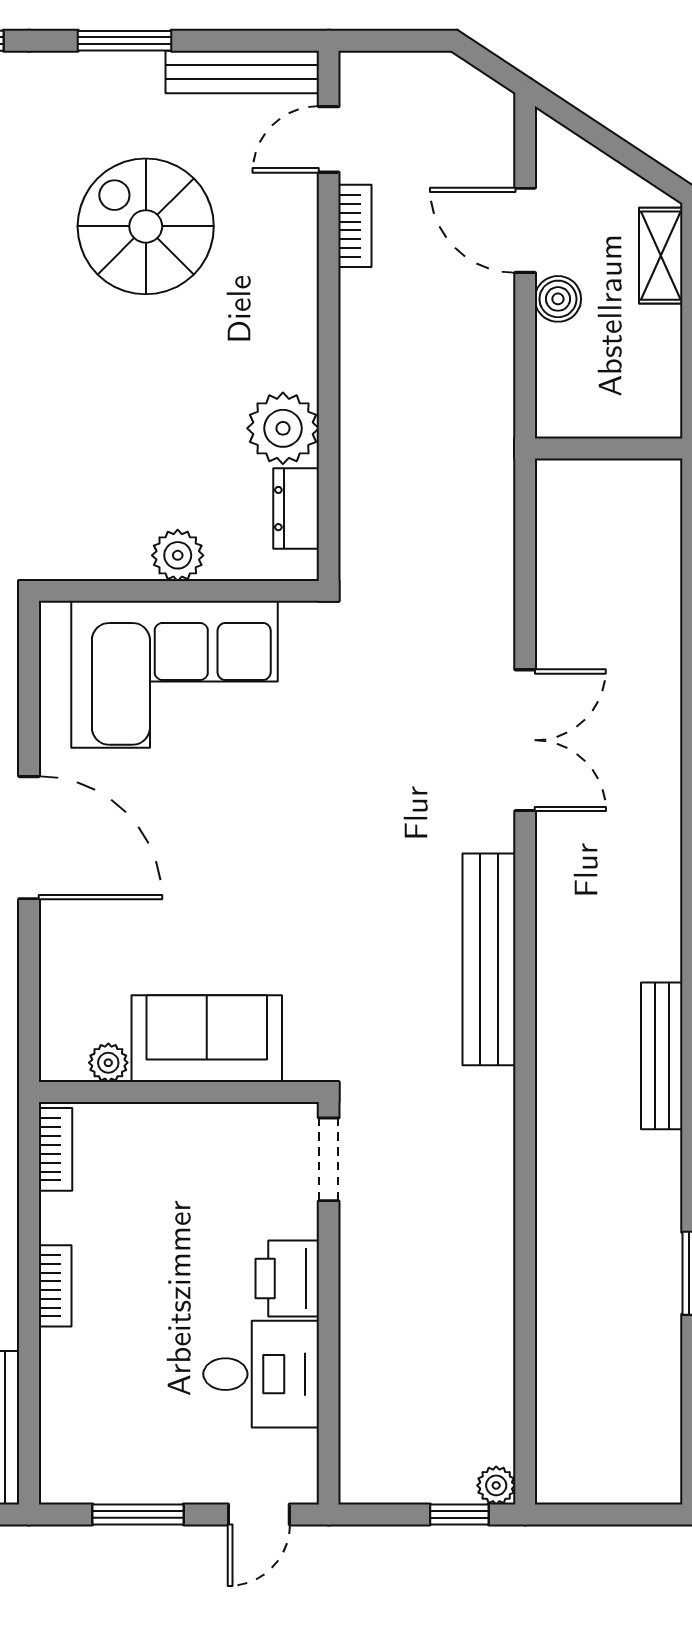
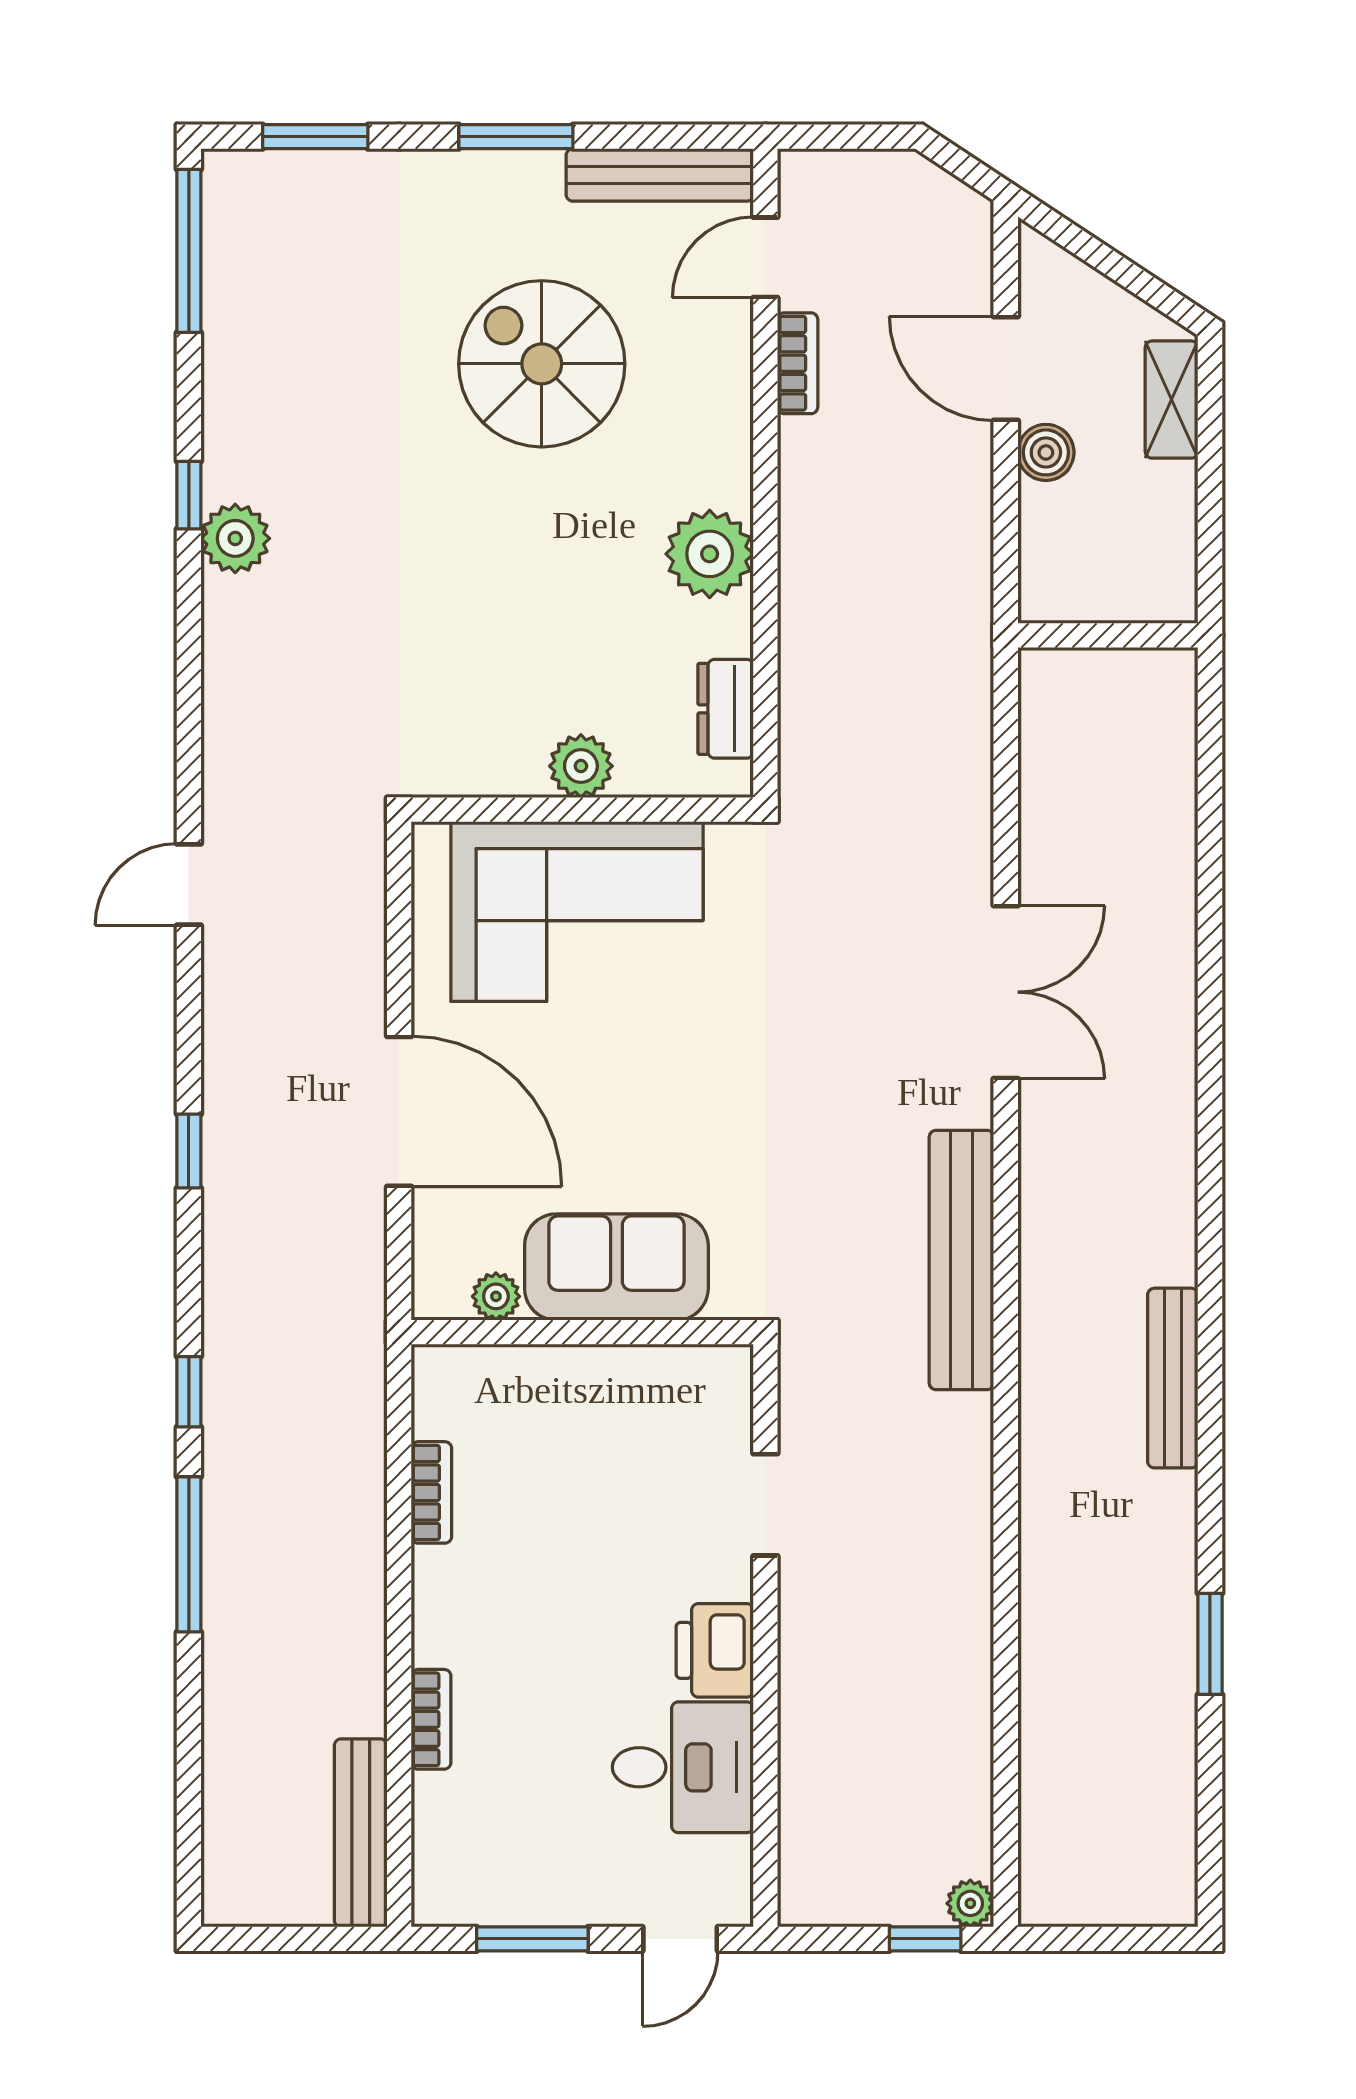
plant: (283, 428) -> (710, 554), moved
sofa: (207, 1039) -> (616, 1267), moved
plant: (108, 1063) -> (496, 1296), moved
wall: (179, 1092) -> (582, 1332), moved
bookcase: (55, 1286) -> (431, 1719), moved

